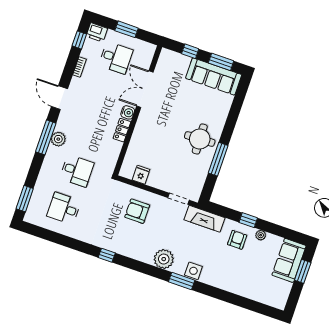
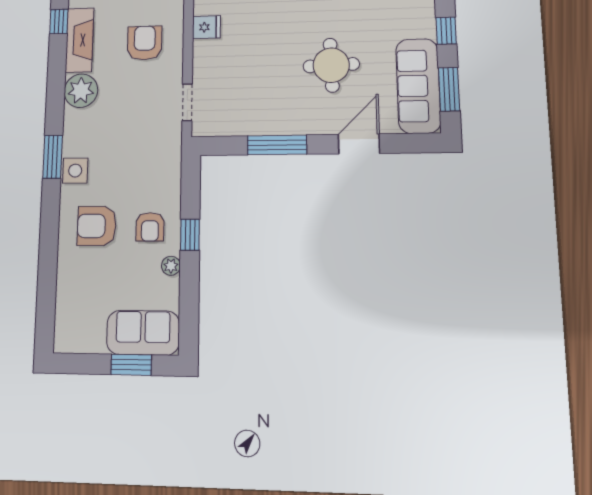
door: (233, 117) -> (359, 144), added
round table: (200, 139) -> (331, 65), moved
fireplace: (205, 219) -> (80, 40), moved, turned 180
armchair: (237, 240) -> (150, 227), turned 90
plant: (164, 259) -> (81, 91), moved
armchair: (227, 268) -> (97, 226), added

